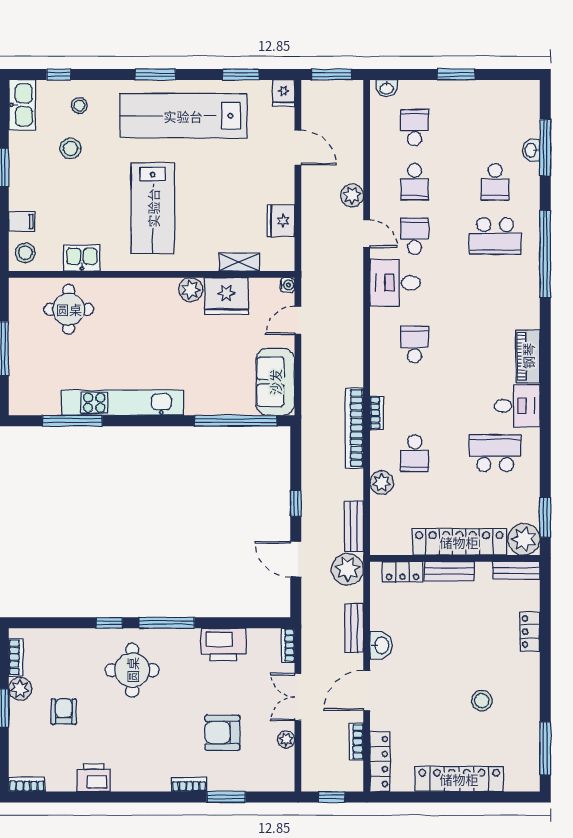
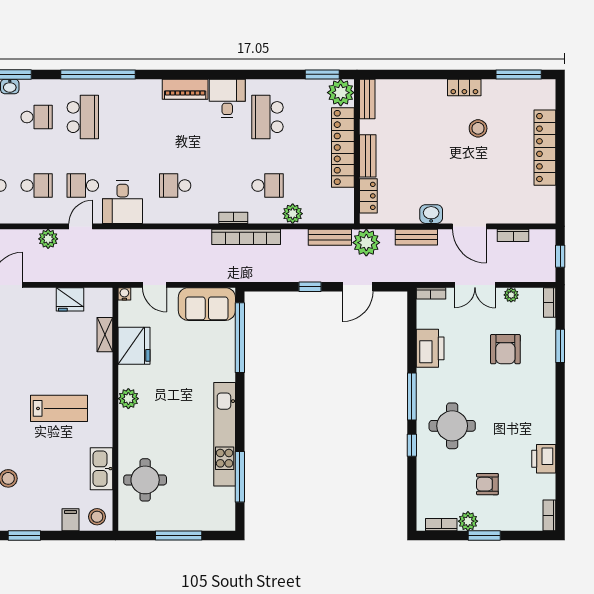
lab bench: (153, 208) -> (59, 408), width x0.73, depth x0.72
kitchen sink: (82, 258) -> (102, 469), width x1.38
plant: (191, 290) -> (128, 399), moved
locker: (530, 632) -> (464, 87), moved
locker: (380, 762) -> (530, 215), removed
bookcase: (189, 785) -> (550, 302), moved

